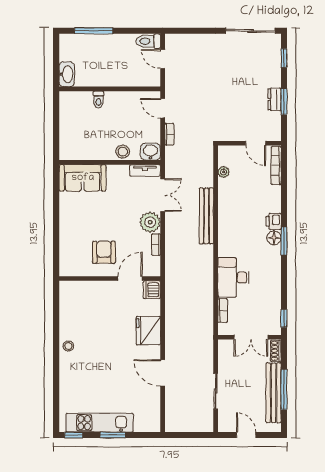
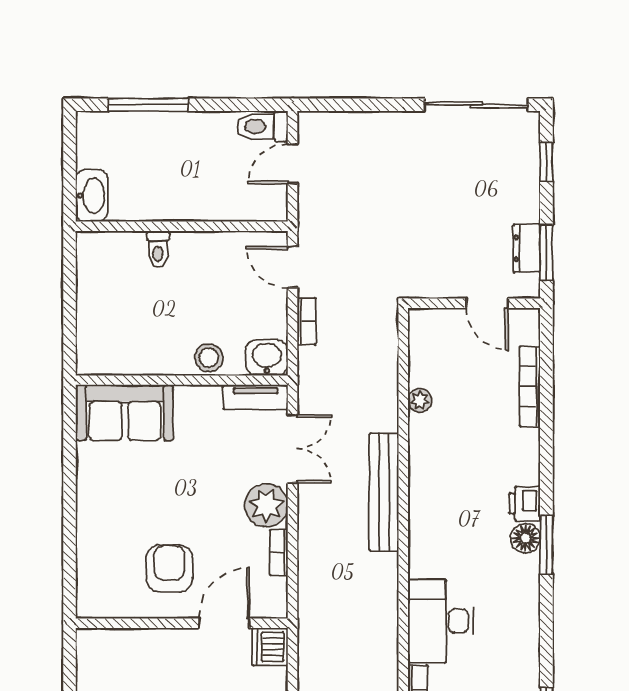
door: (163, 59) -> (293, 164), hinge flipped
wall: (249, 143) -> (474, 303), moved
door: (256, 143) -> (487, 303), moved

